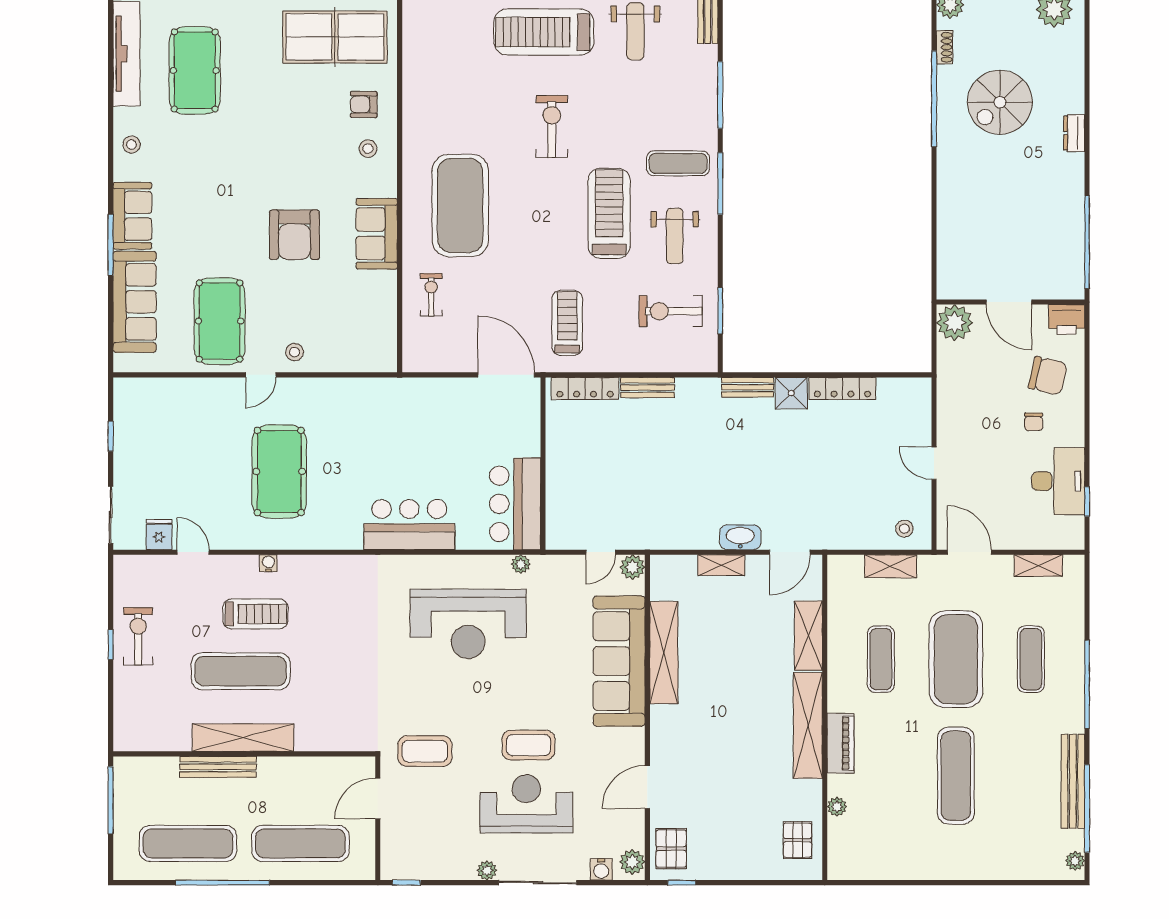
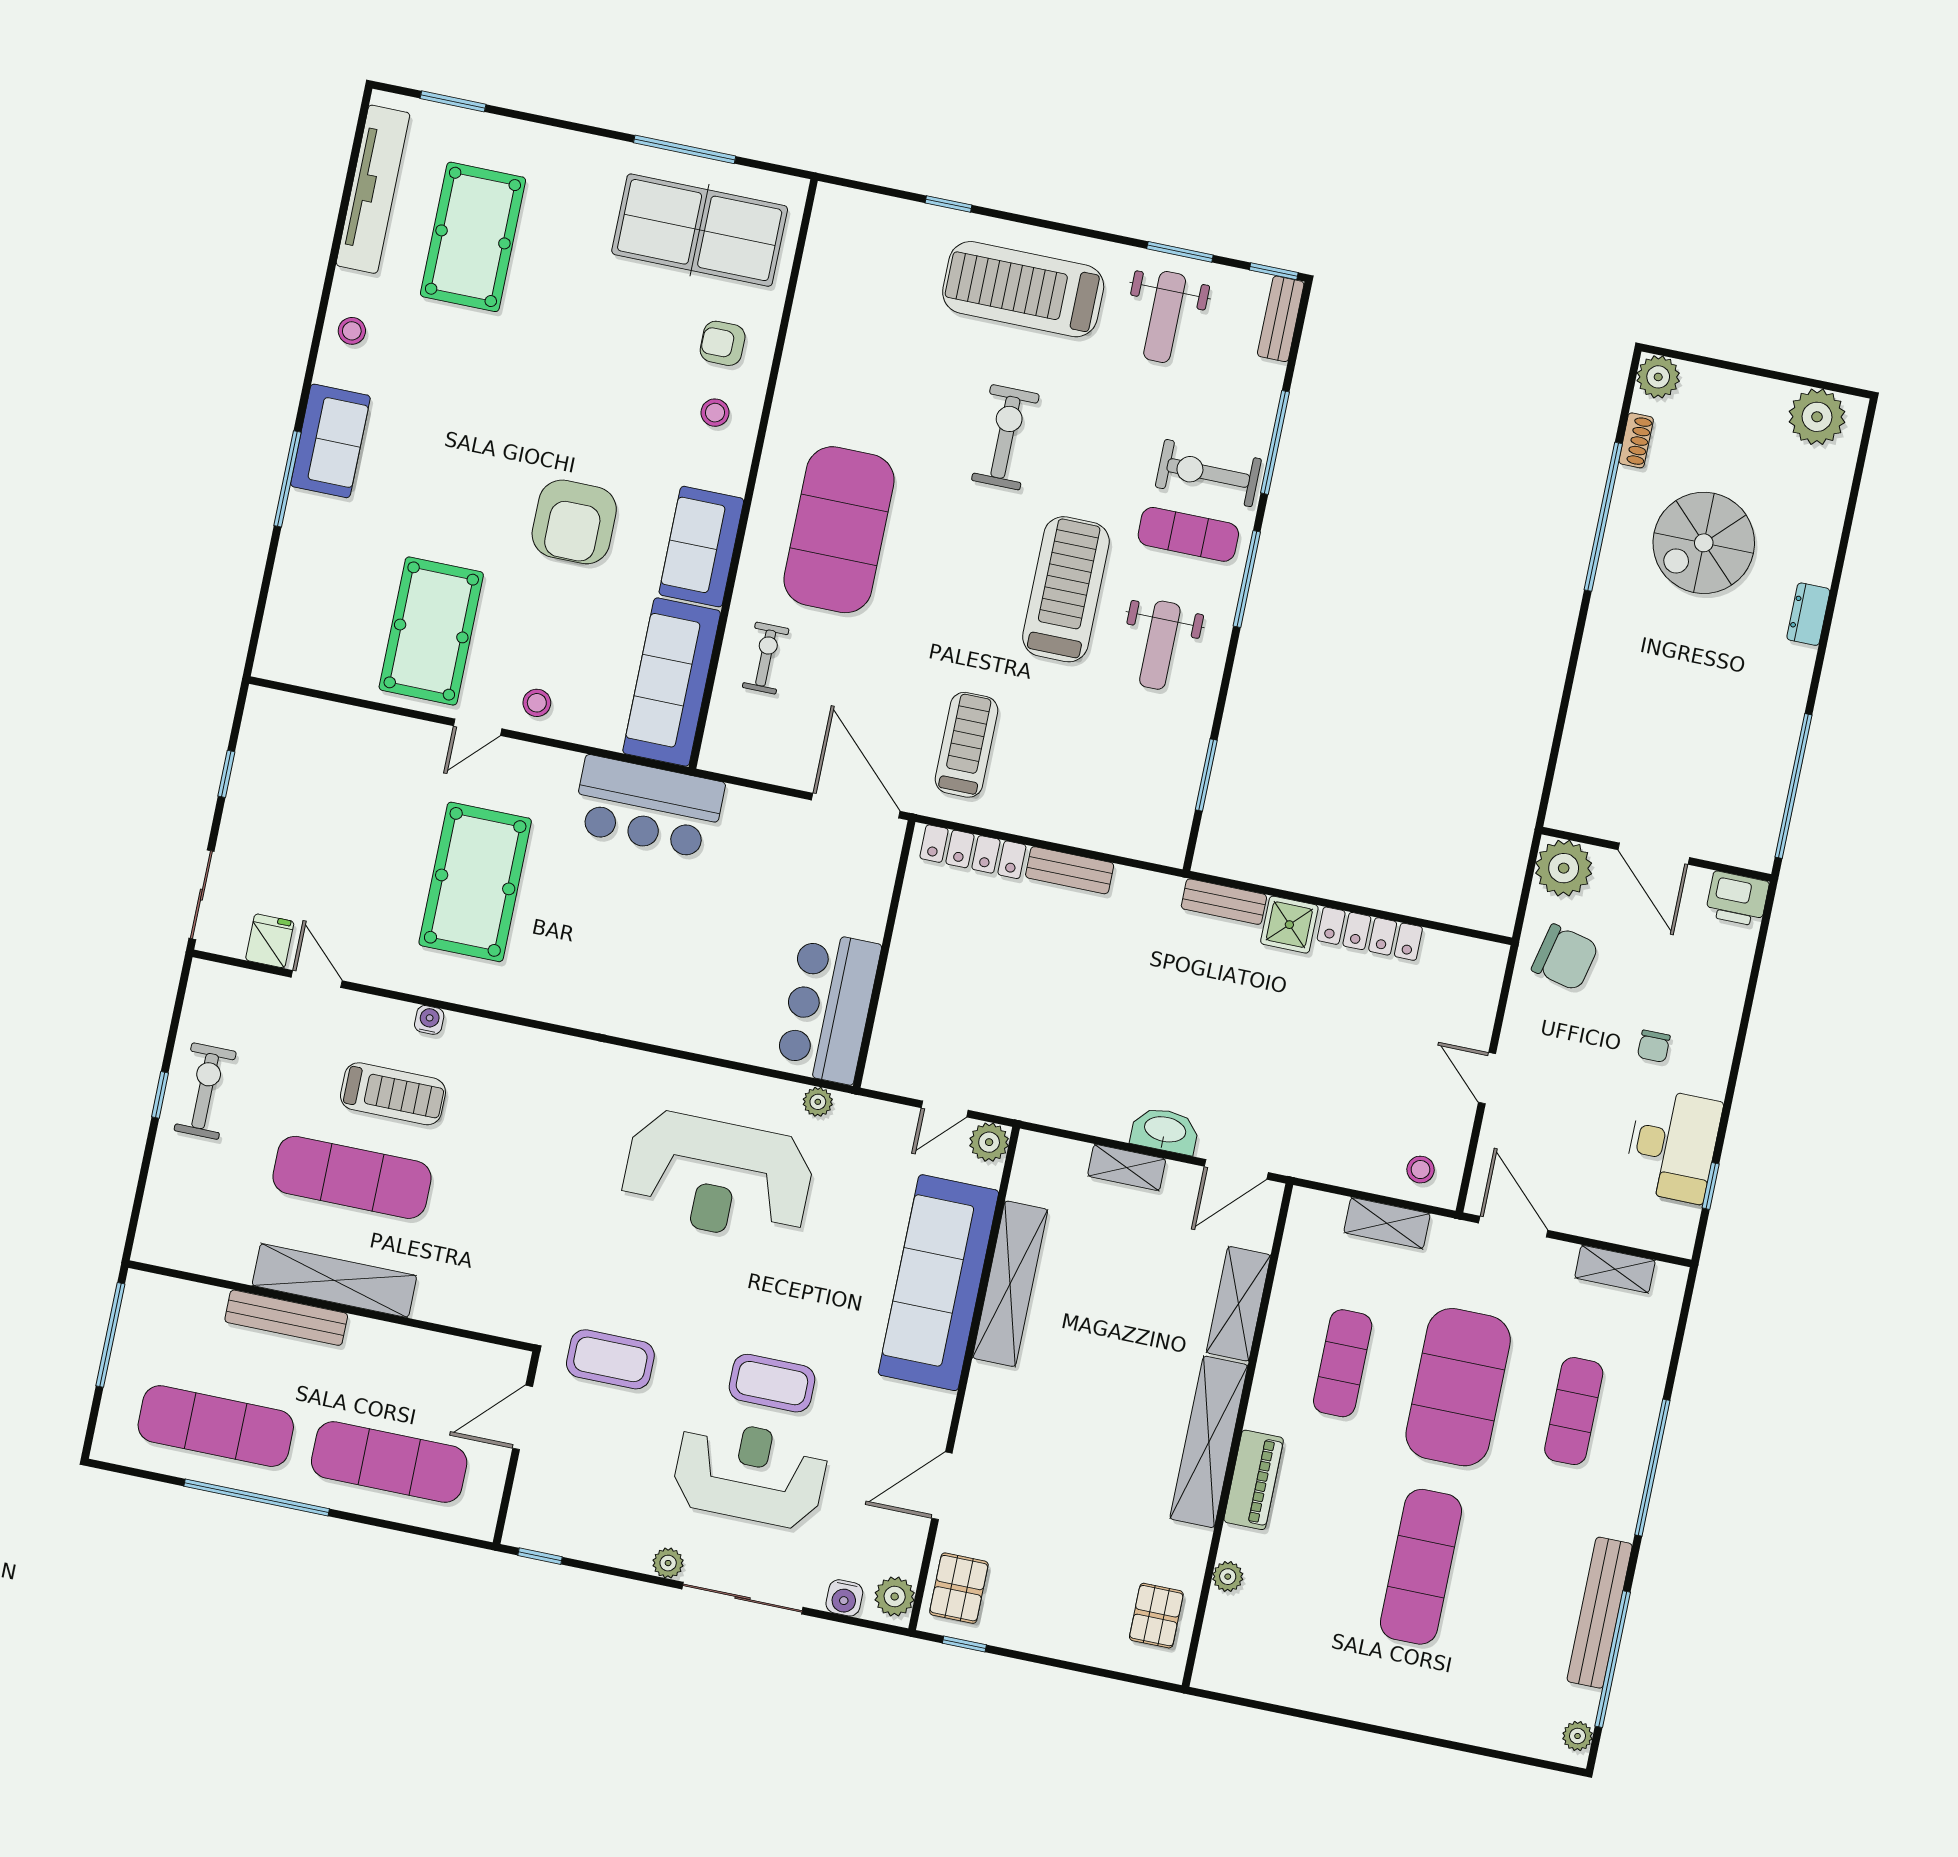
sofa: (135, 302) -> (672, 682), moved, turned 180
exercise bike: (671, 311) -> (1208, 473), moved
chair: (1048, 376) -> (1565, 957), moved
bar counter: (409, 525) -> (648, 807), moved, turned 180

